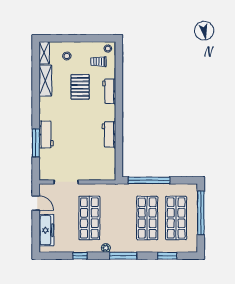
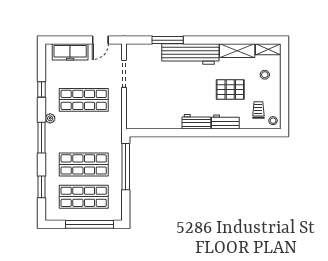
workbench: (46, 134) -> (190, 54), width x1.88, depth x1.32
workbench: (109, 134) -> (196, 122), moved

